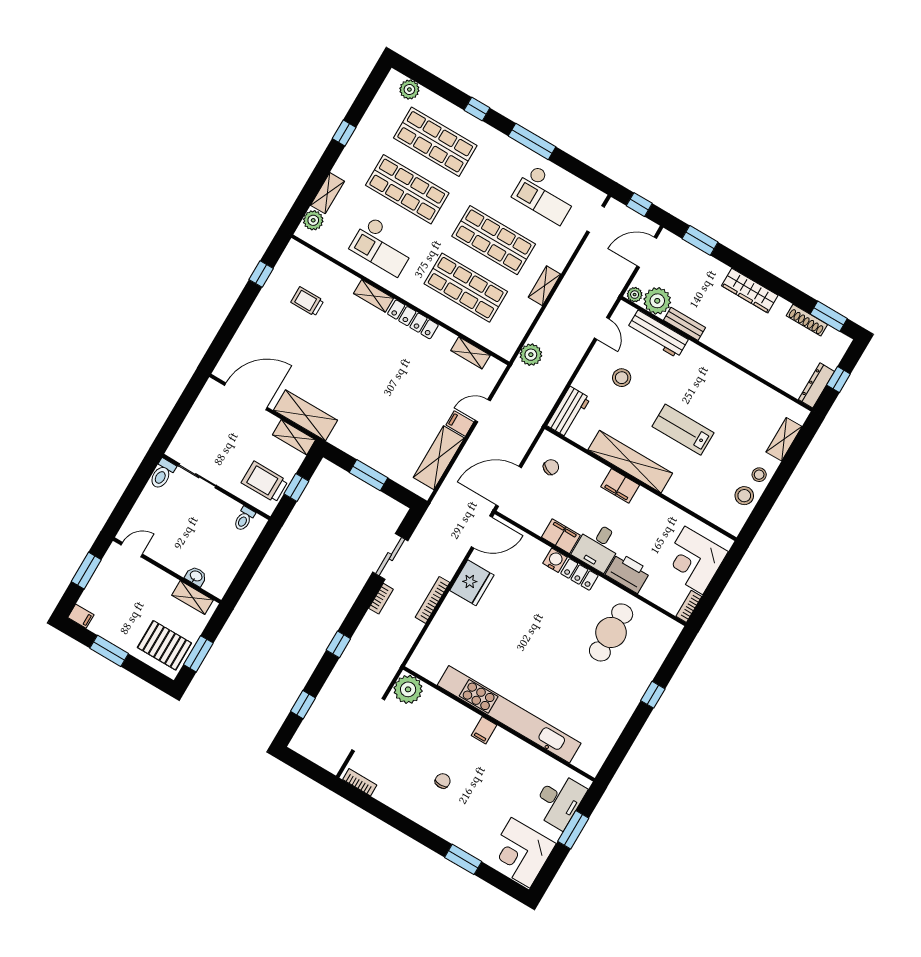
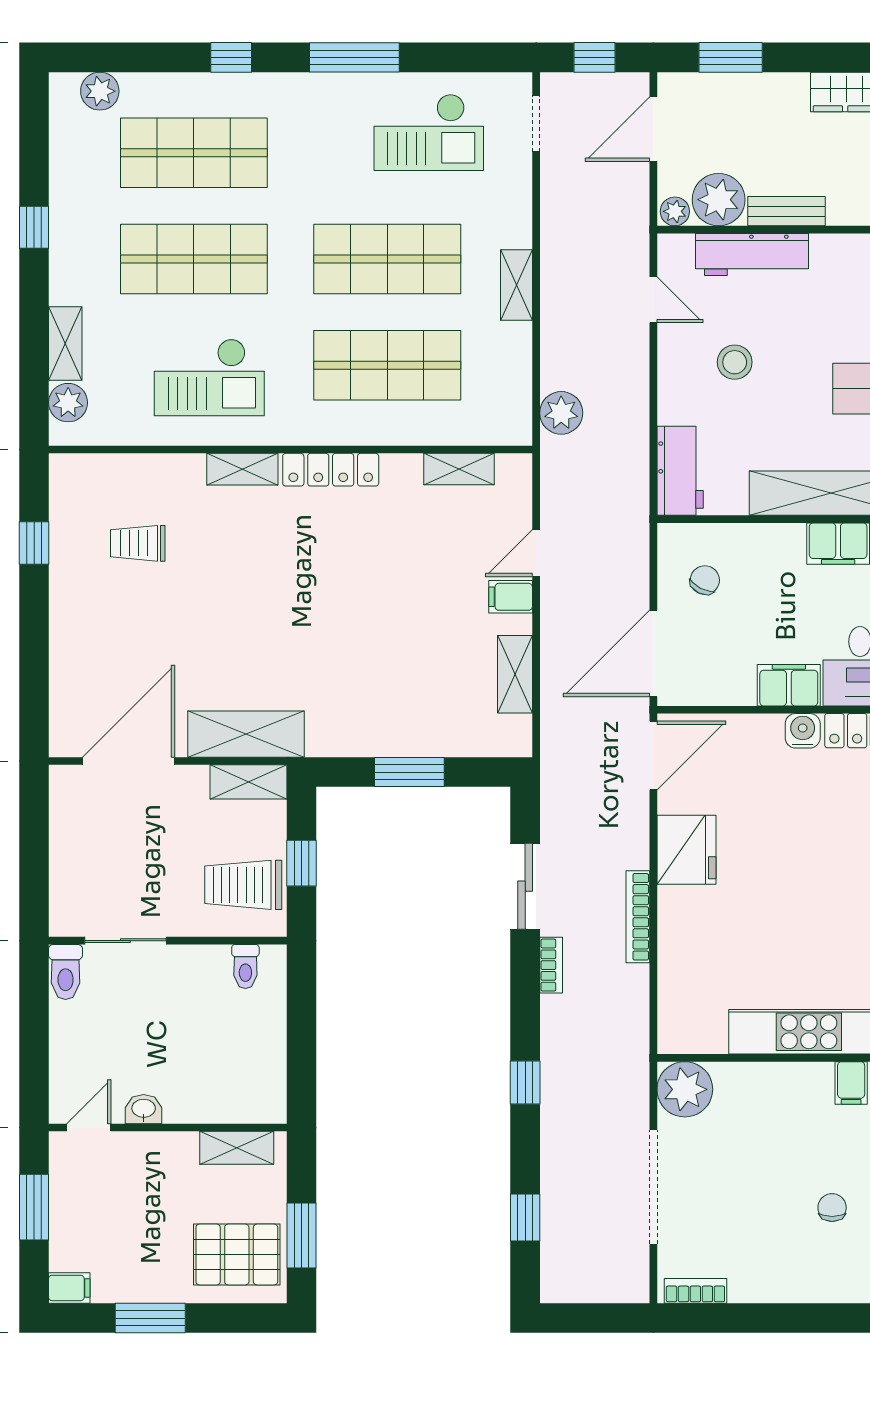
shelving: (439, 458) -> (515, 674), width x0.67, depth x0.75
washbasin: (196, 576) -> (144, 1109), moved

